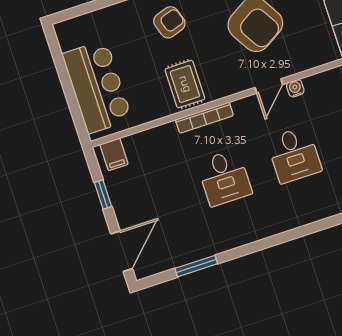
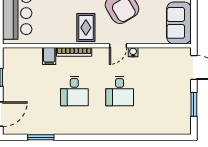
rug: (185, 84) -> (86, 28), moved
filing cabinet: (114, 154) -> (49, 56), moved

